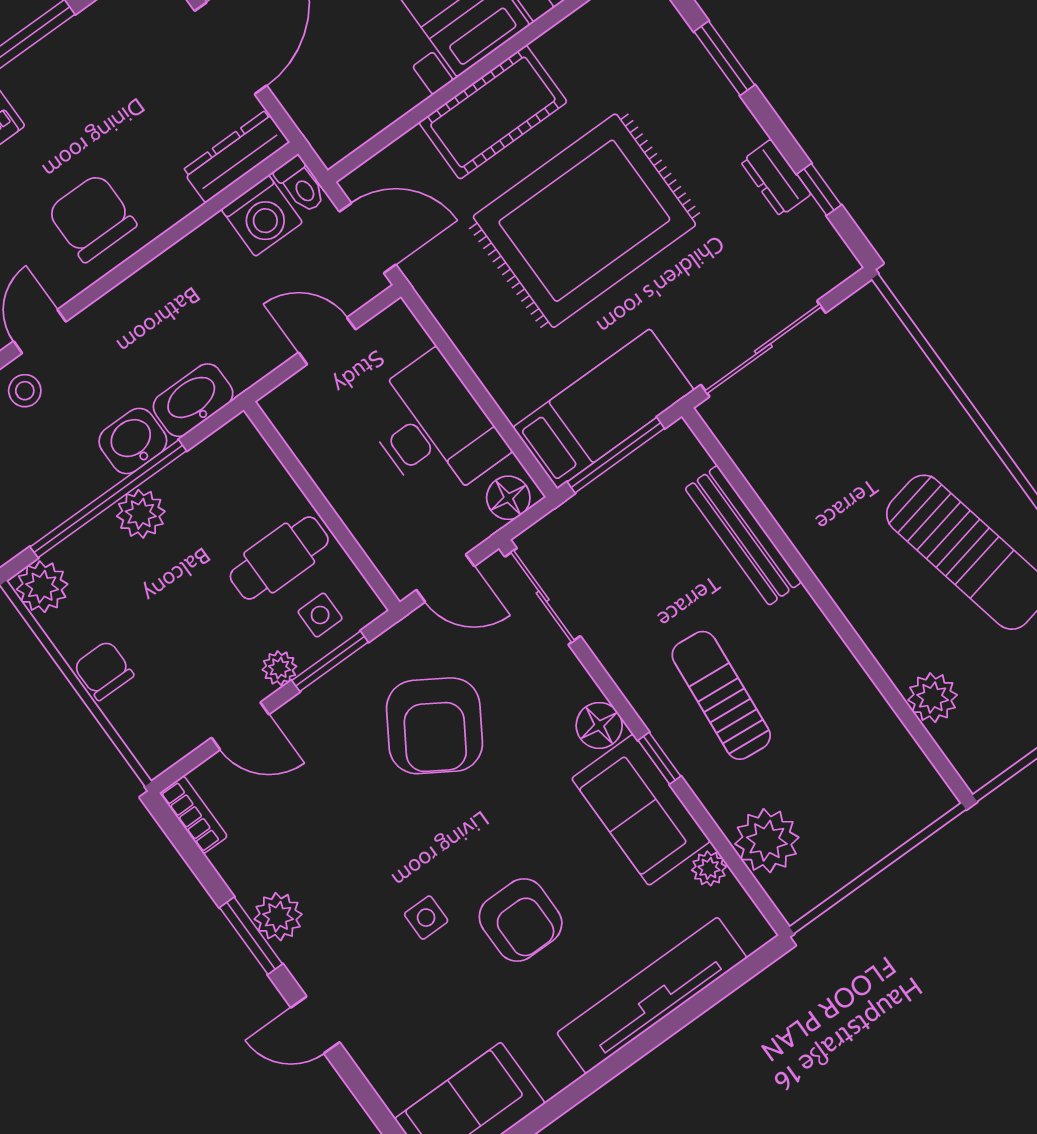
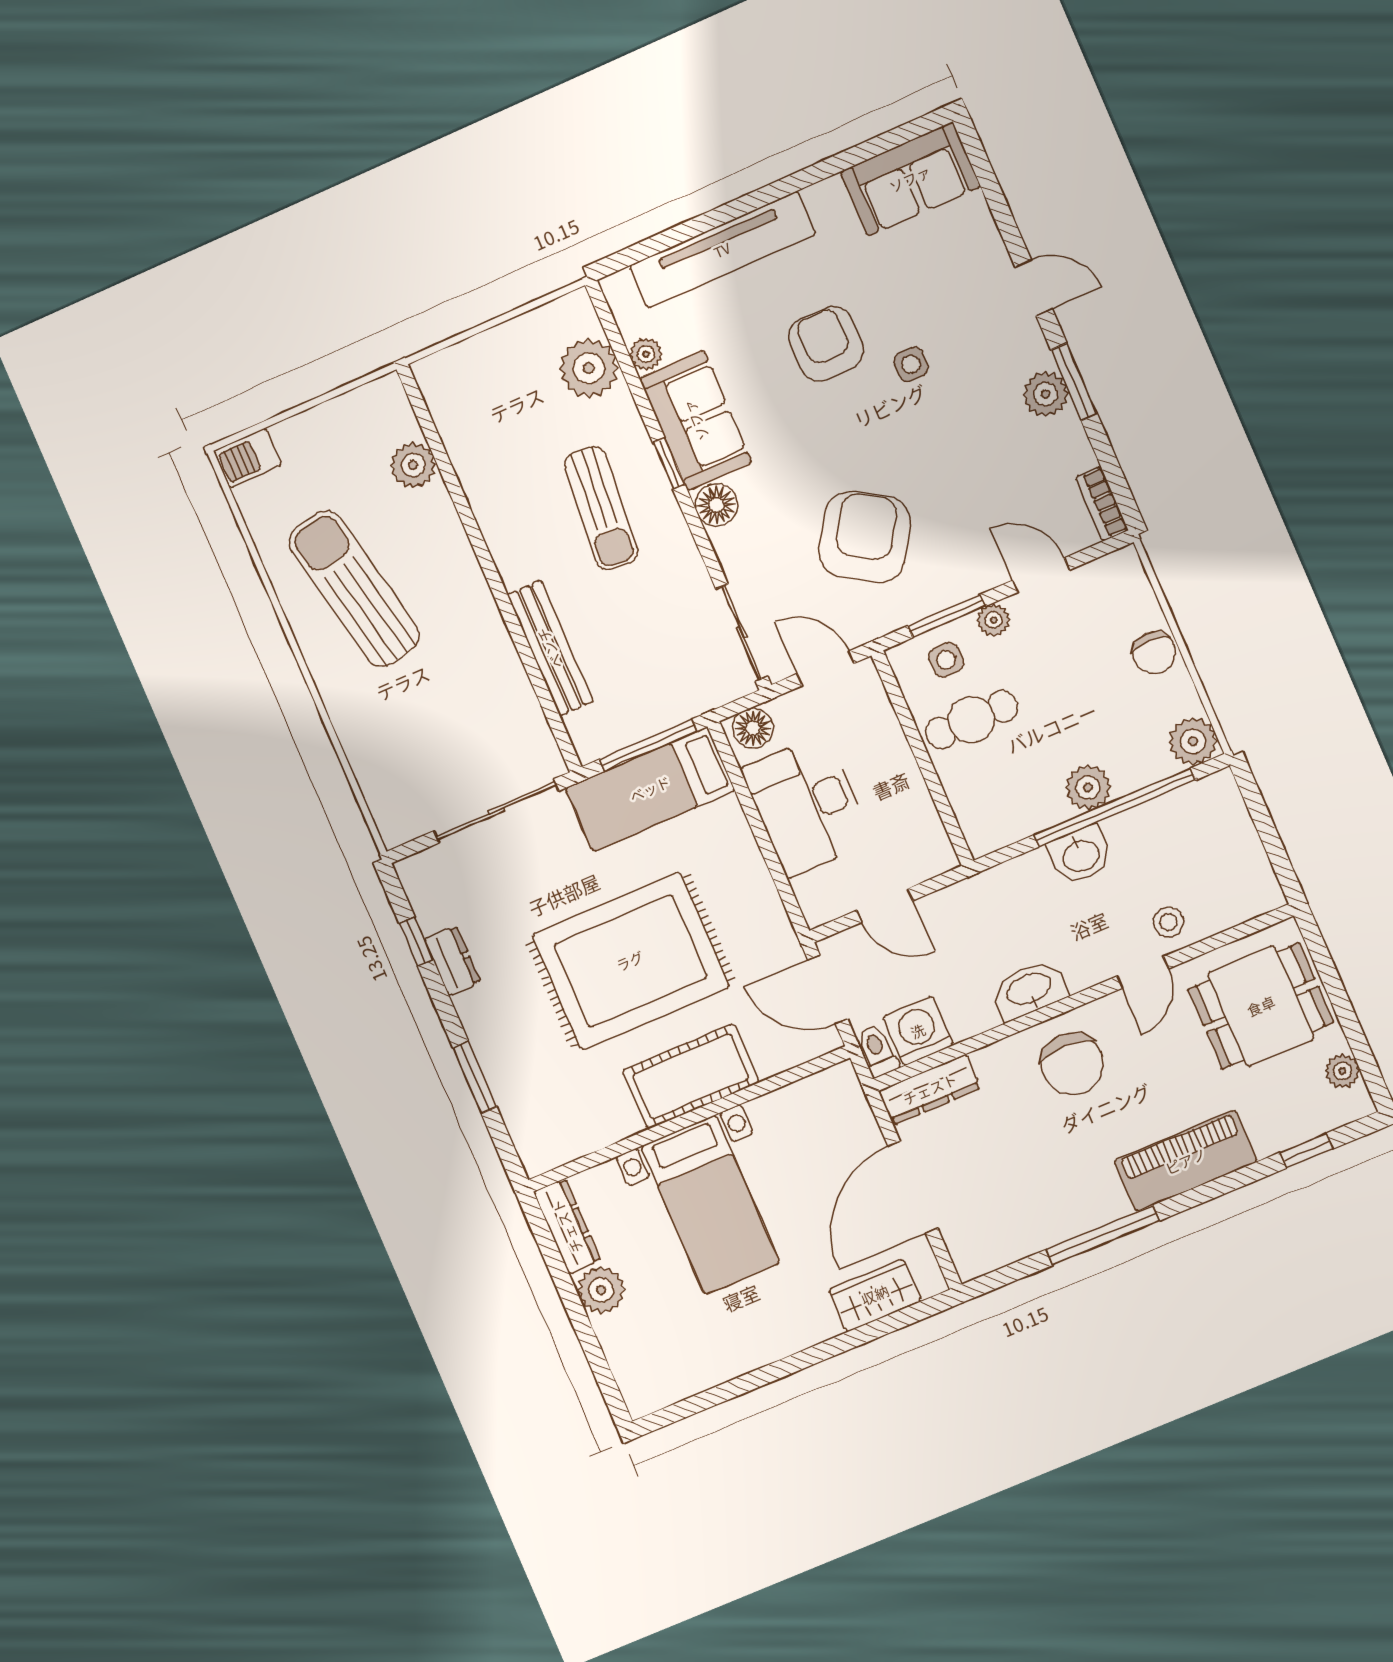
washbasin: (193, 400) -> (1029, 990), moved, turned 180

